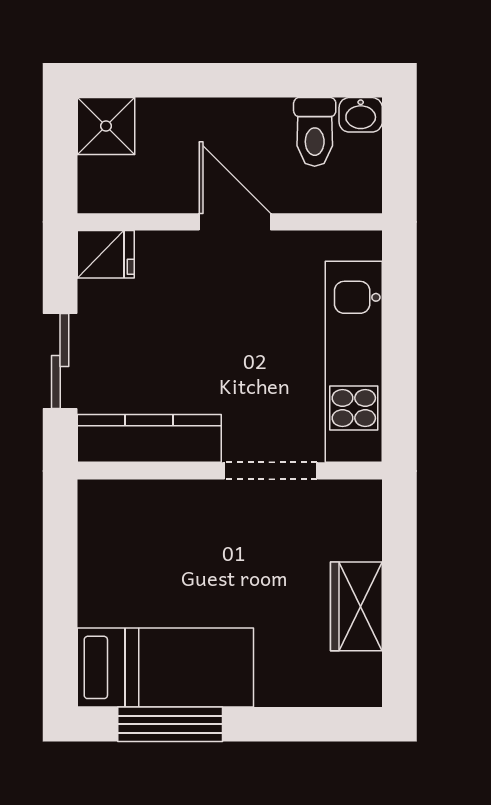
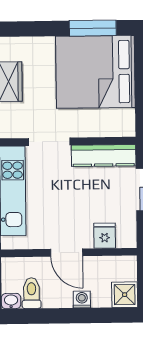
washing machine: (202, 116) -> (82, 300), added
fridge: (106, 254) -> (105, 236), moved, turned 90
bed: (165, 667) -> (95, 72), width x2.04

